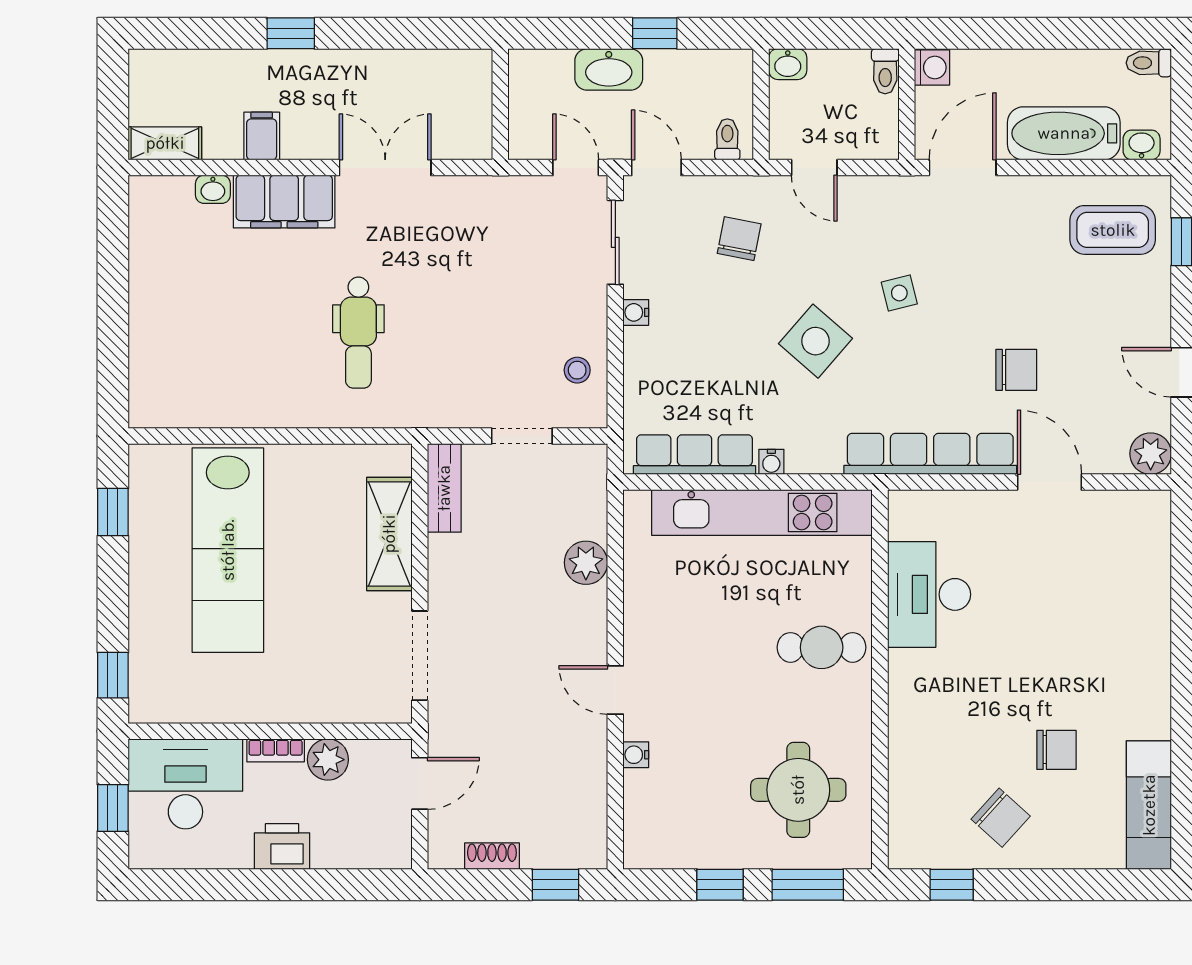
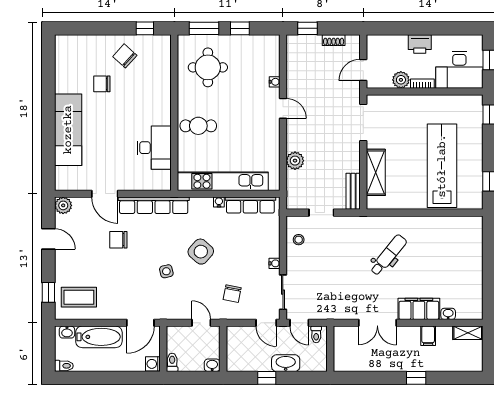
toilet: (727, 139) -> (316, 334), moved
dental chair: (358, 333) -> (388, 255), turned 39
exam couch: (1149, 805) -> (68, 130), moved, width x1.36, depth x1.45

